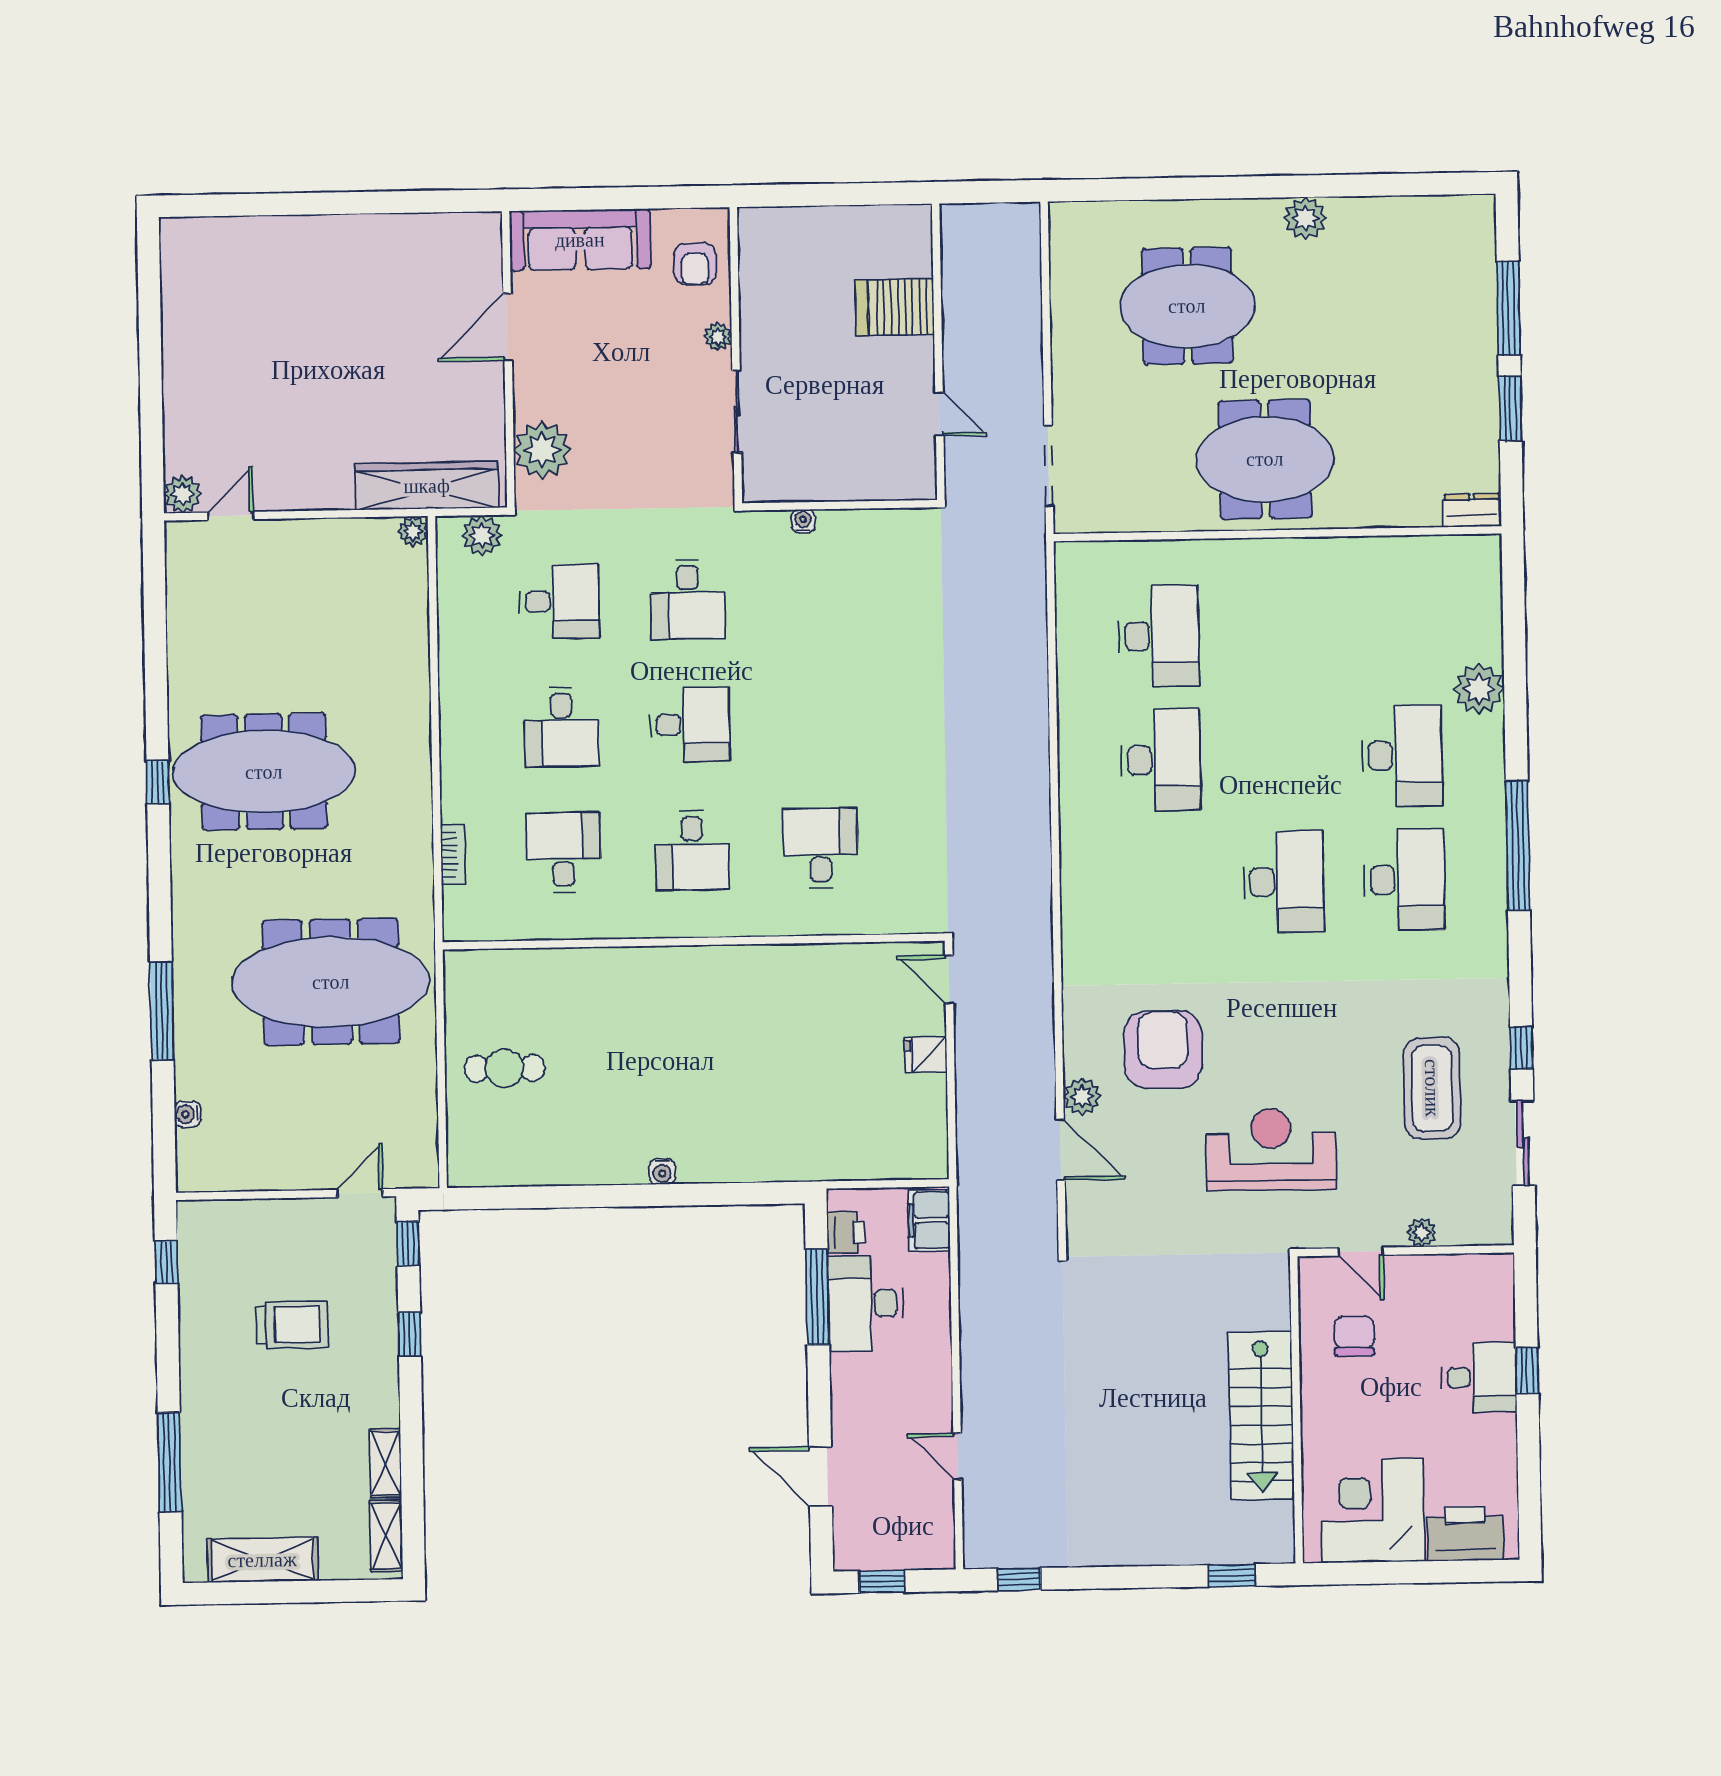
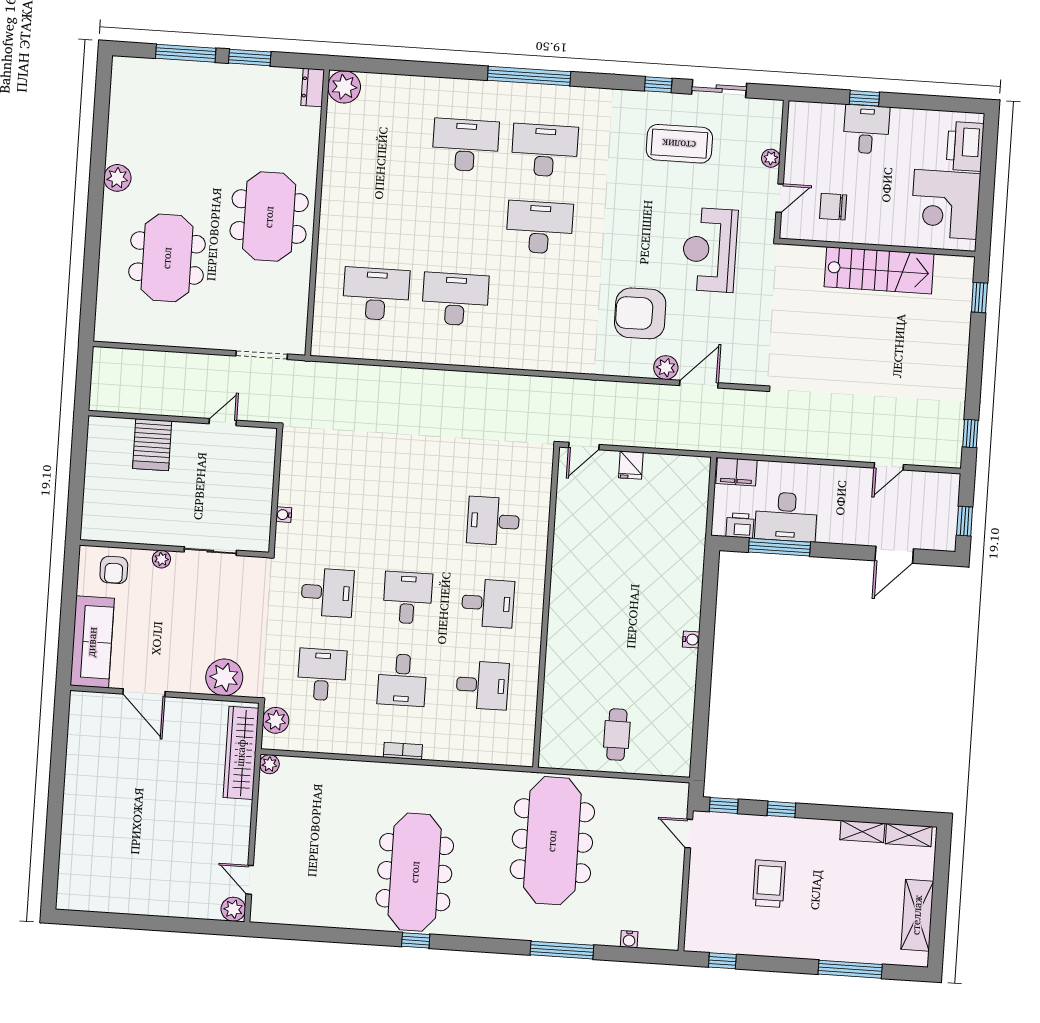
armchair: (695, 264) -> (114, 570), turned 90
plant: (1479, 689) -> (344, 87), moved
desk: (561, 727) -> (402, 680), turned 90
desk: (564, 853) -> (482, 685), turned 180
bookcase: (453, 854) -> (403, 751), moved

